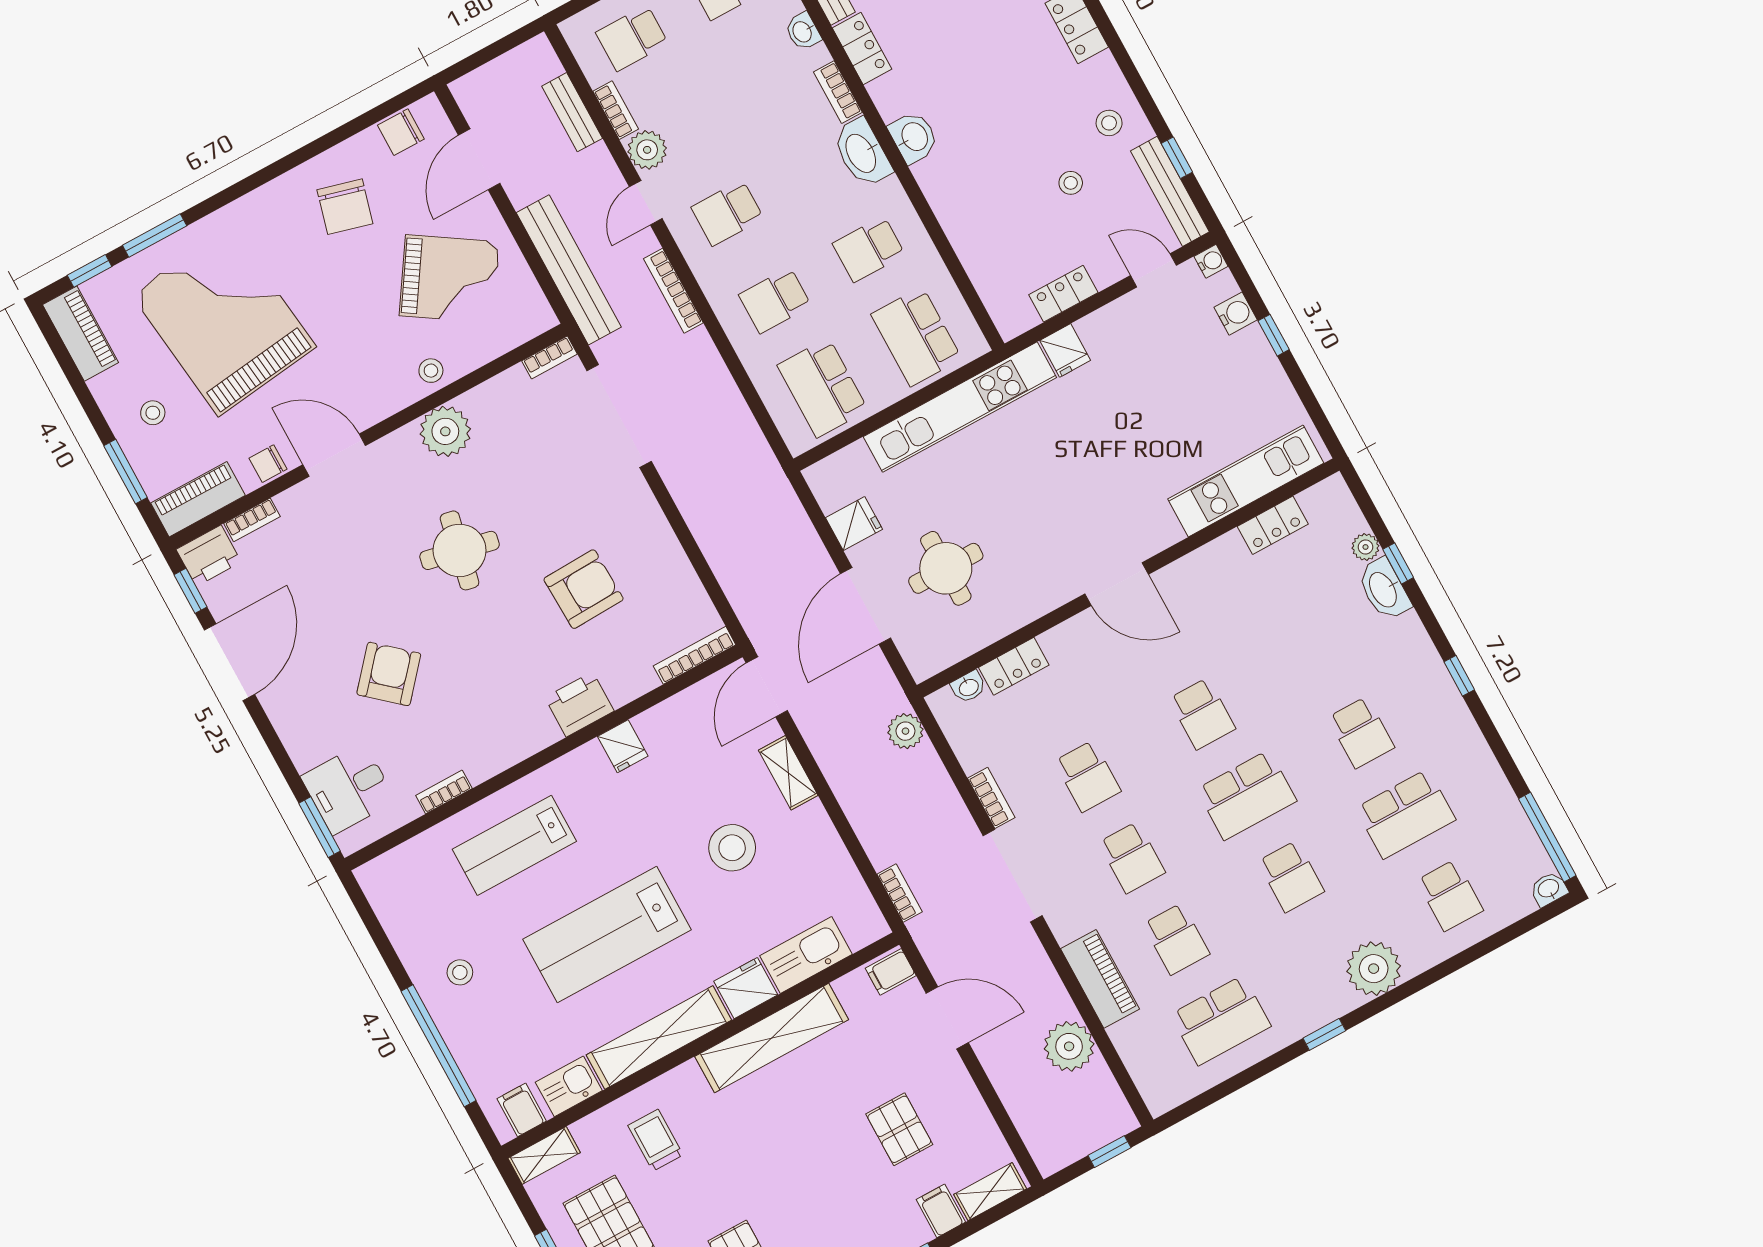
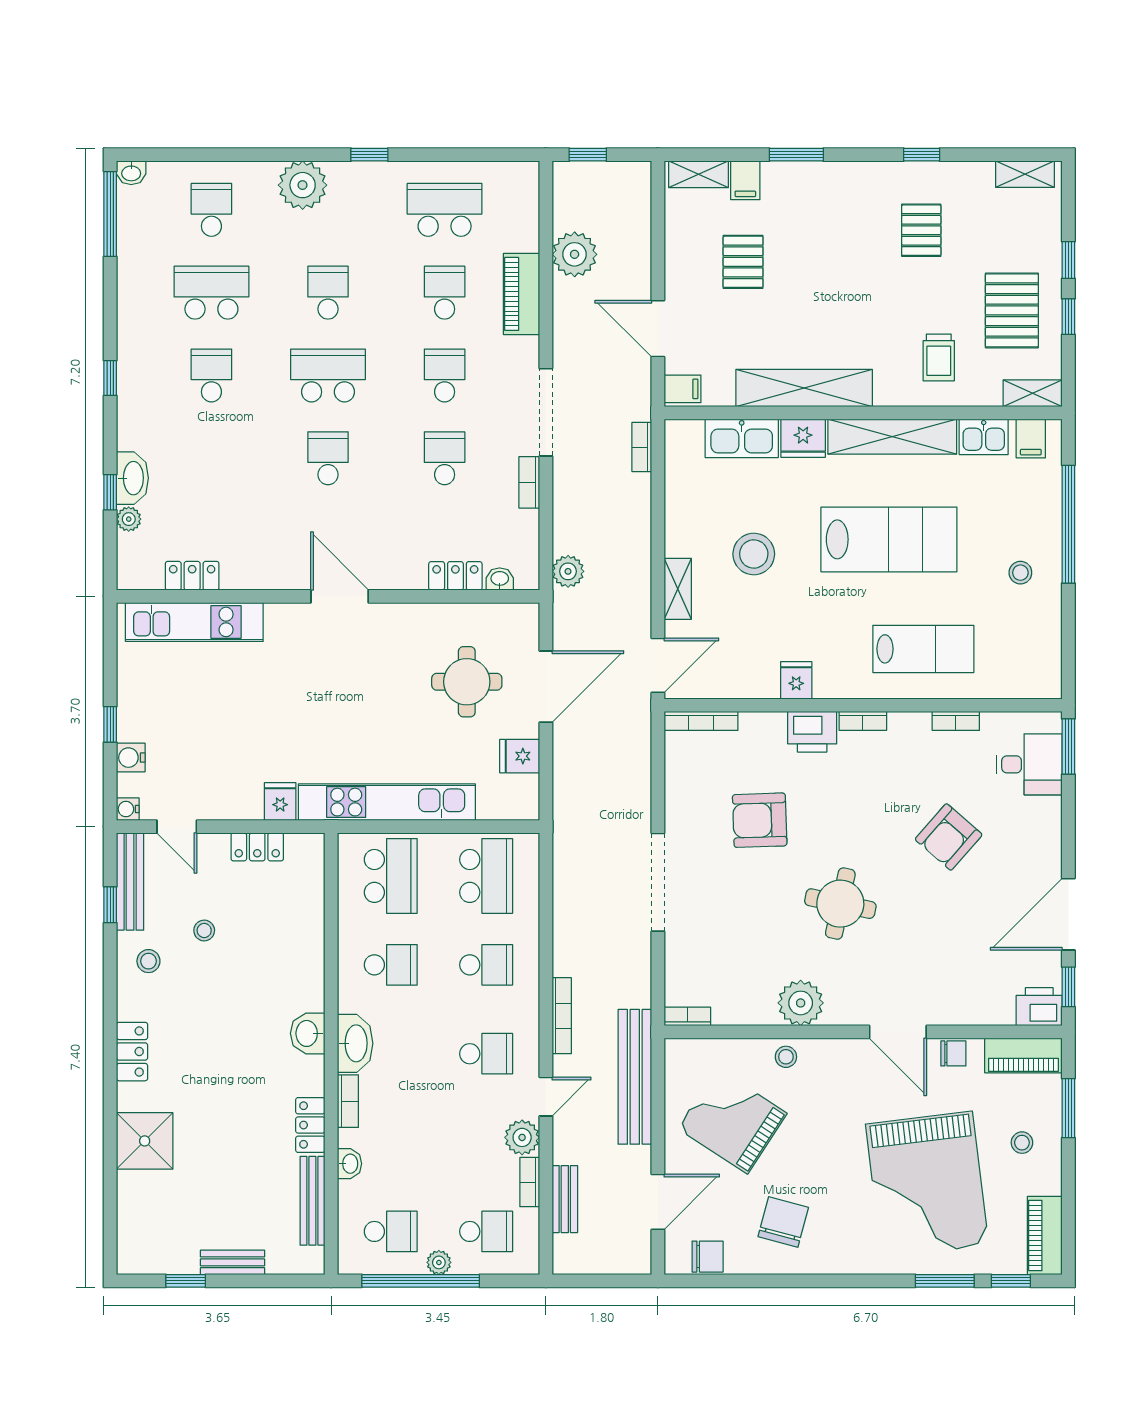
doorway: (619, 416) -> (658, 882), moved
bookcase: (252, 520) -> (863, 721), moved, turned 180

